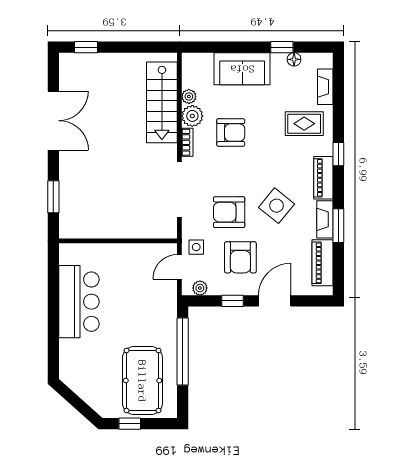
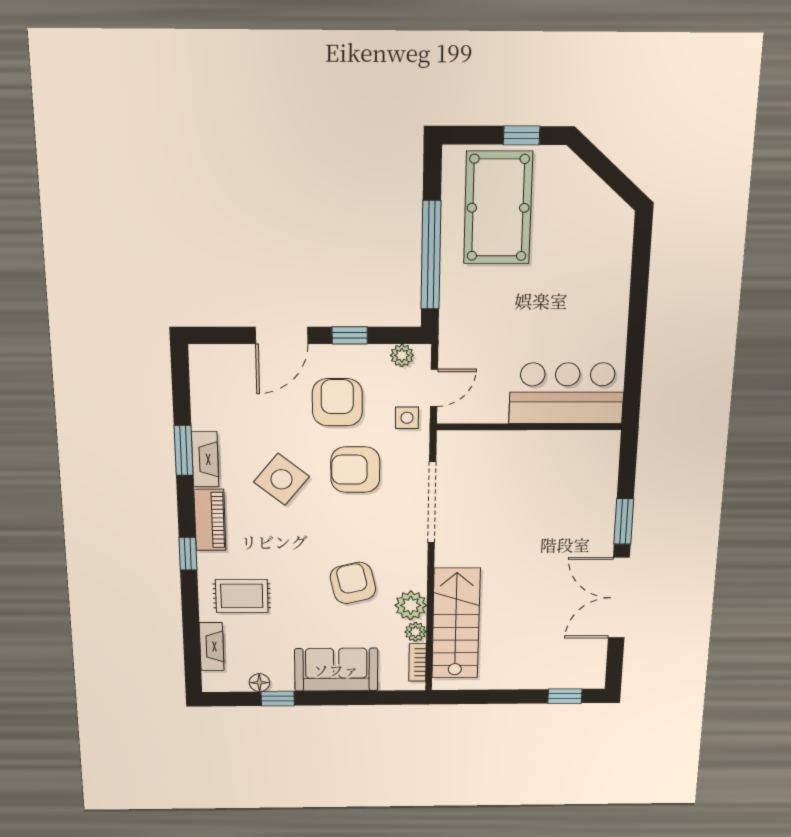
armchair: (231, 133) -> (353, 583), turned 77
bookcase: (187, 142) -> (417, 662), moved
window: (53, 197) -> (624, 521), moved
armchair: (229, 212) -> (355, 470), turned 180
piano: (323, 263) -> (207, 394), removed
bar counter: (79, 302) -> (567, 393), moved, turned 90

